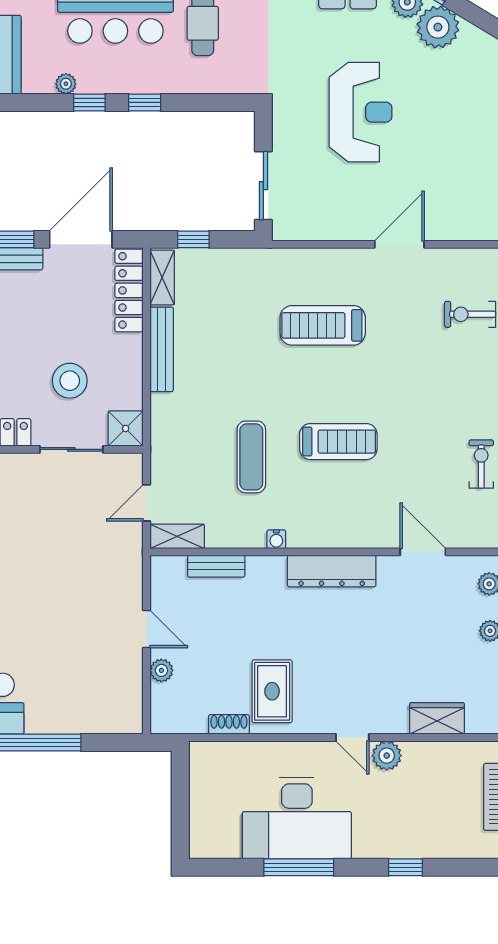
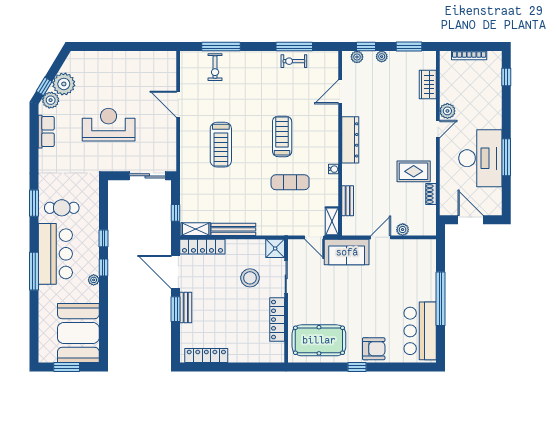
sofa: (119, 564) -> (347, 252), added
door: (180, 800) -> (471, 220), added
window: (405, 867) -> (506, 77), moved

